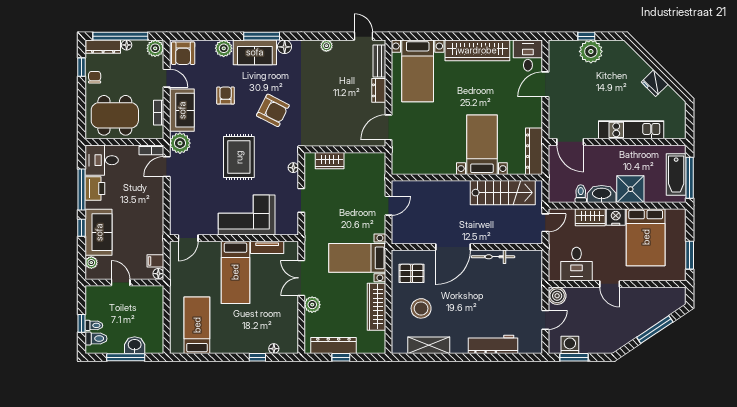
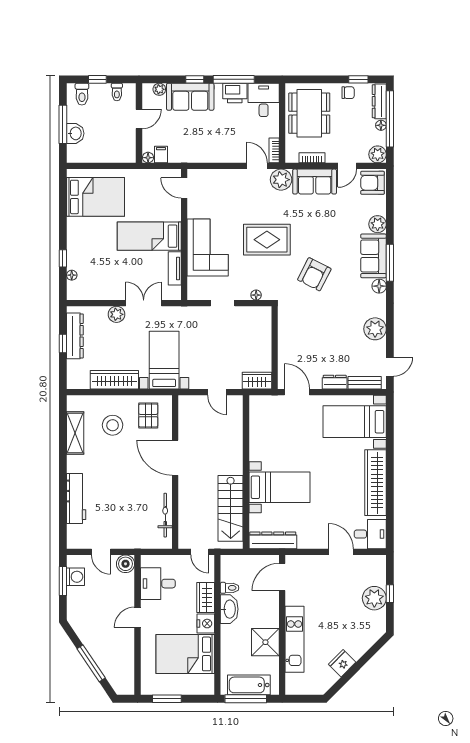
plant: (326, 46) -> (375, 329), width x1.88, depth x1.88
armchair: (226, 96) -> (329, 226), removed
wardrobe: (330, 161) -> (257, 381), moved, turned 90
shower: (630, 189) -> (265, 642), moved
bicycle: (493, 257) -> (165, 515), moved
toilet: (94, 325) -> (117, 92), moved
bed: (197, 325) -> (96, 197), width x1.50

